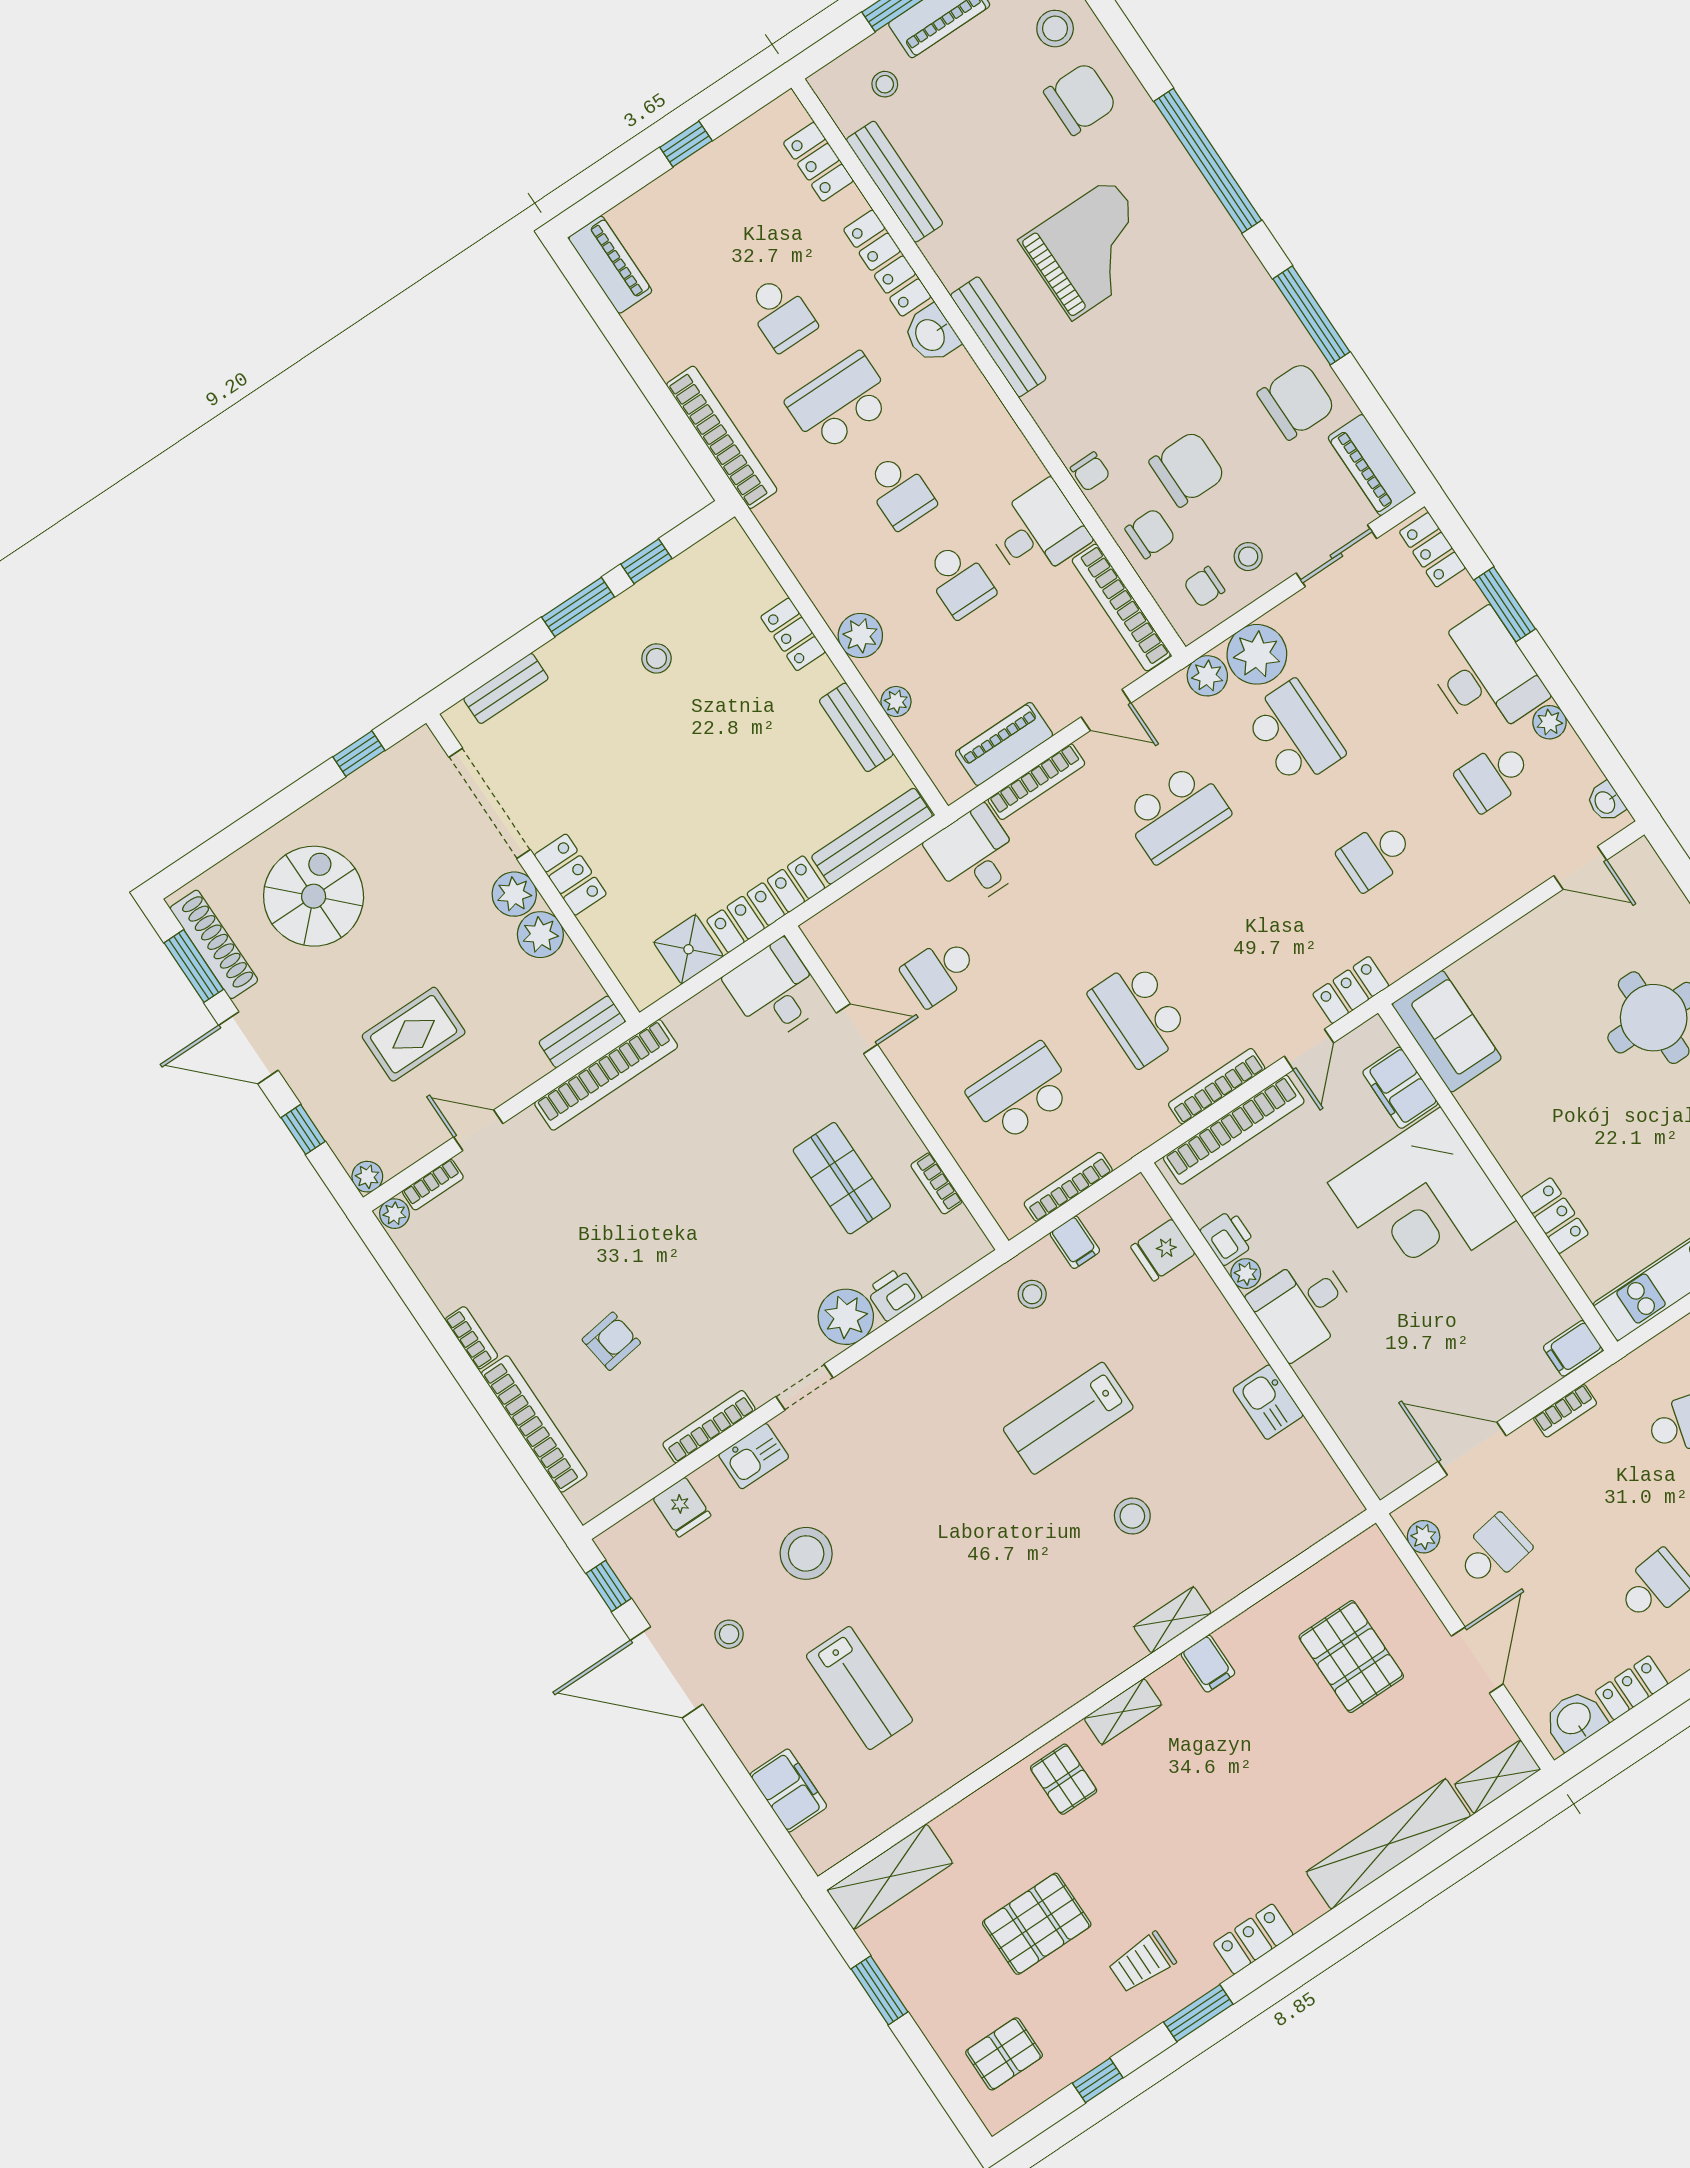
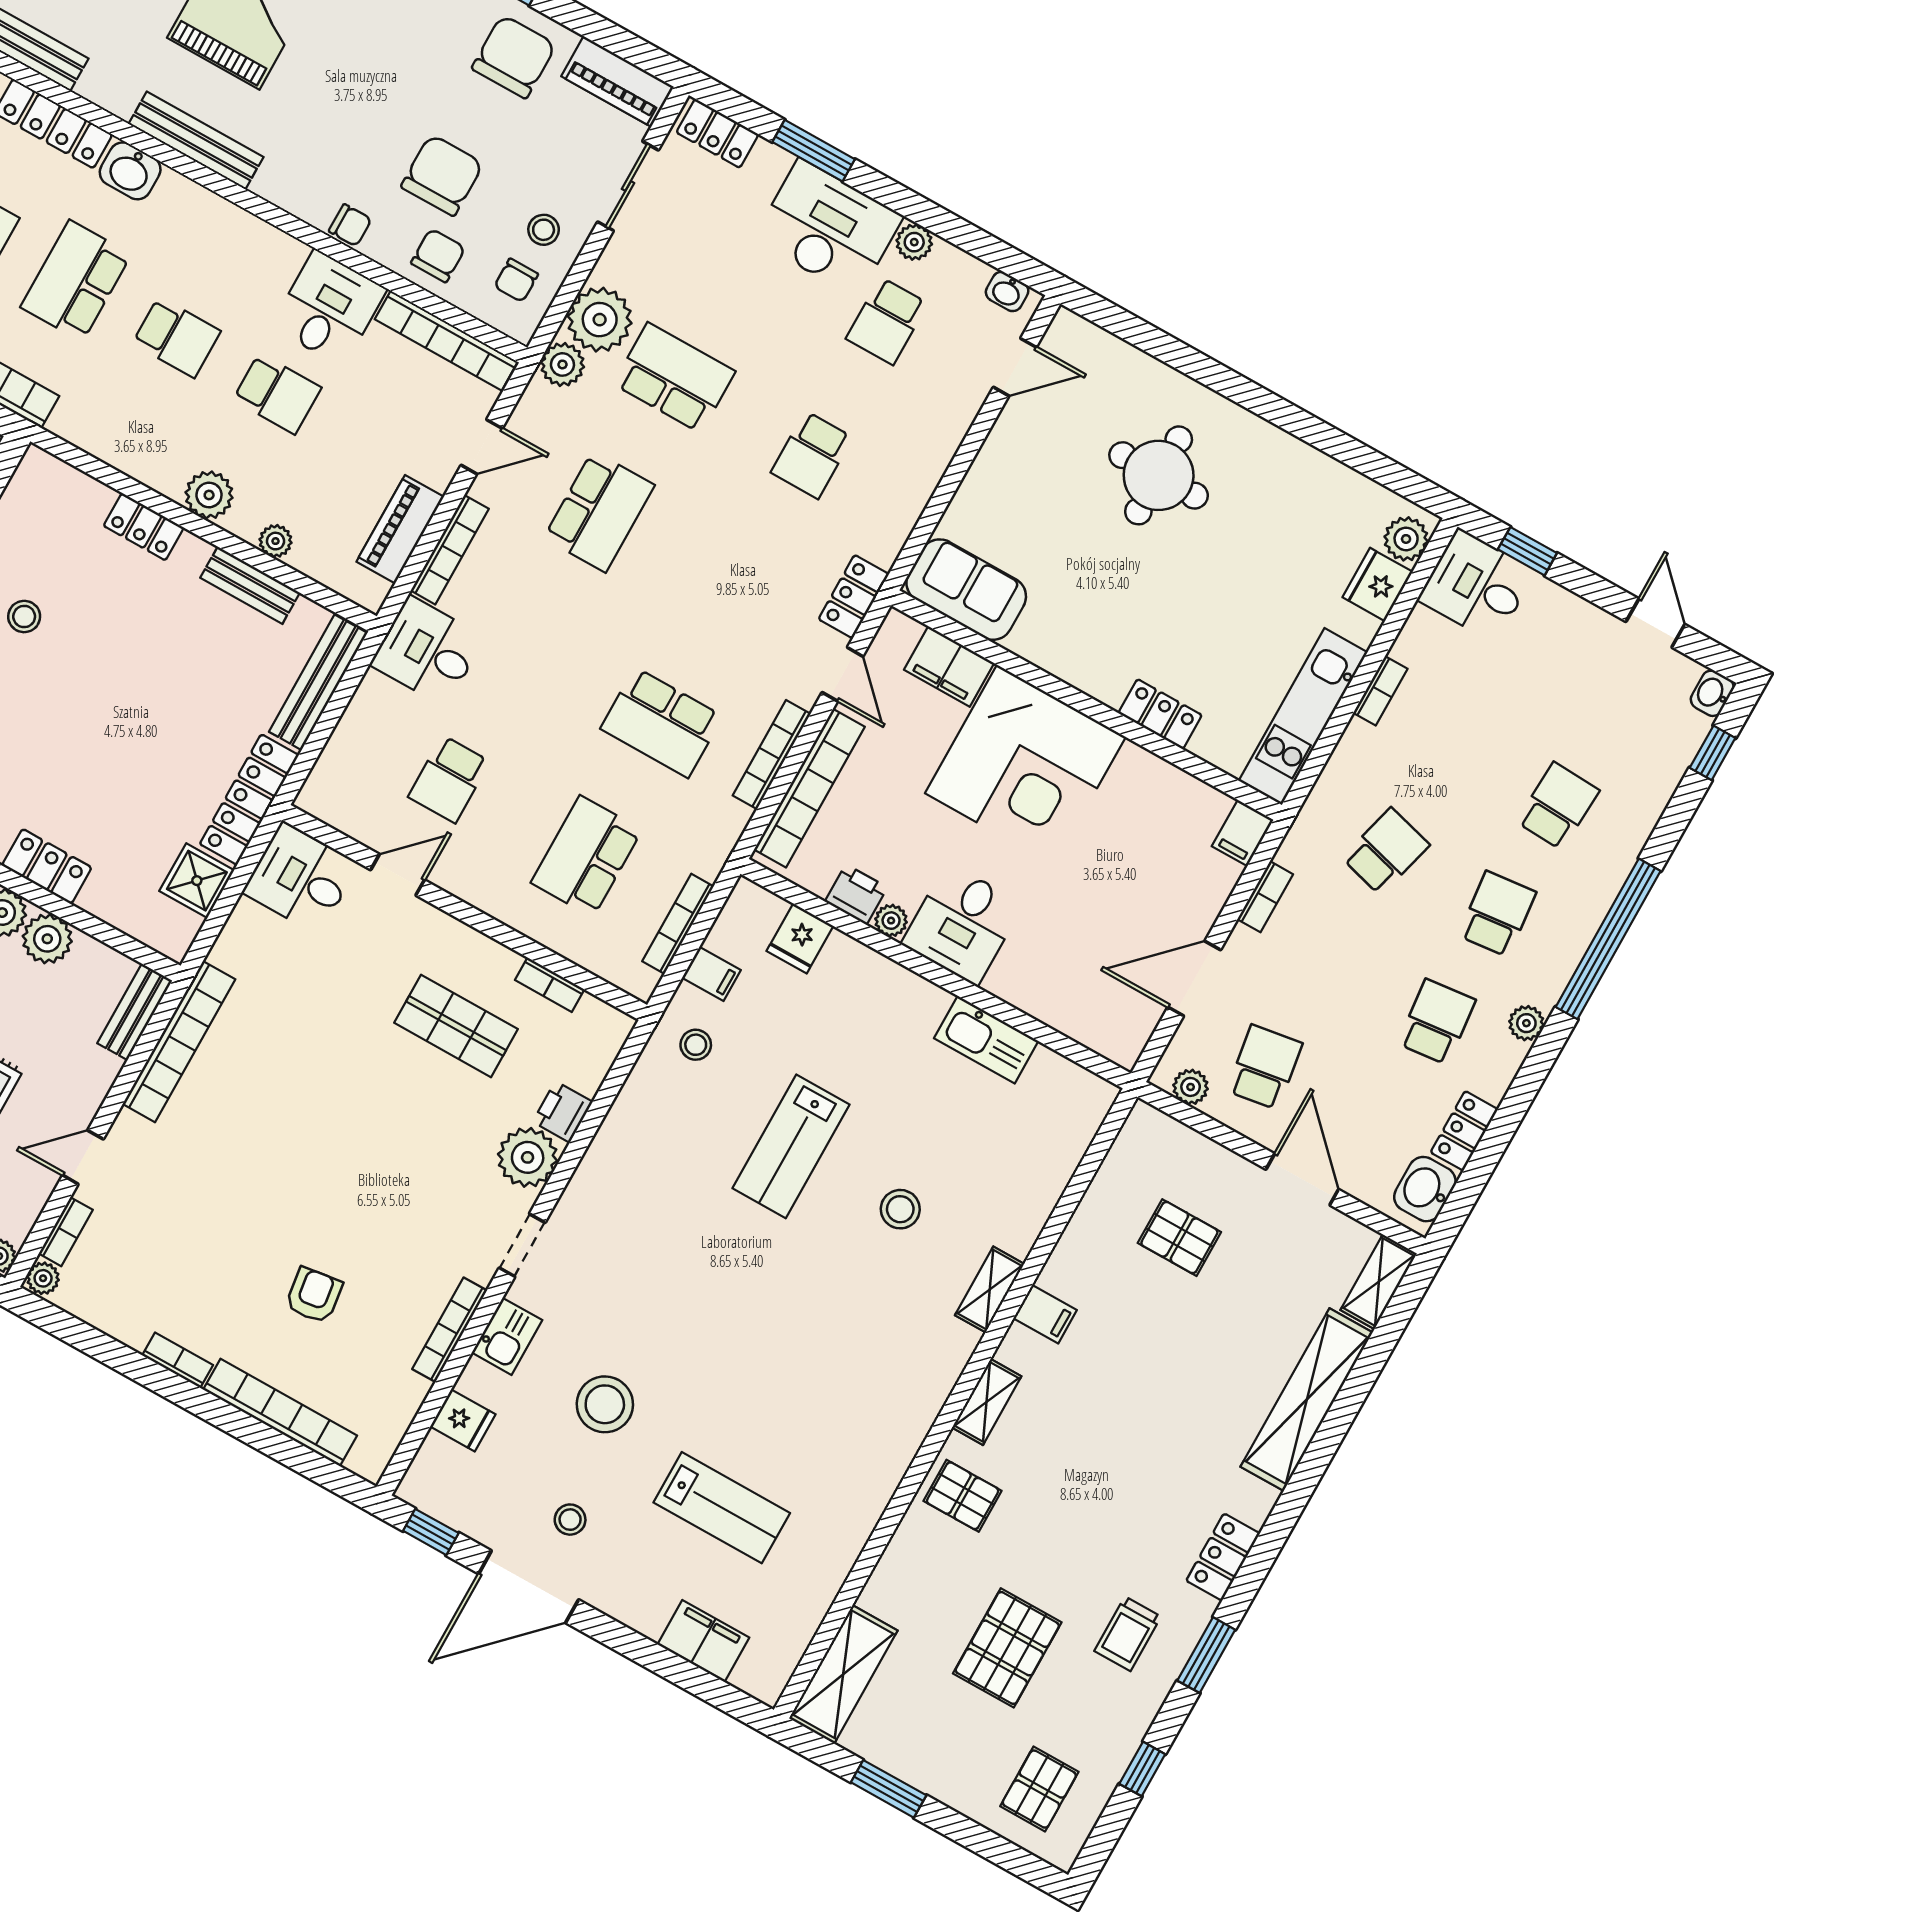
kitchen sink: (1268, 1402) -> (986, 1040), width x1.38
pallet: (1351, 1657) -> (1179, 1238), width x0.67, depth x0.71

